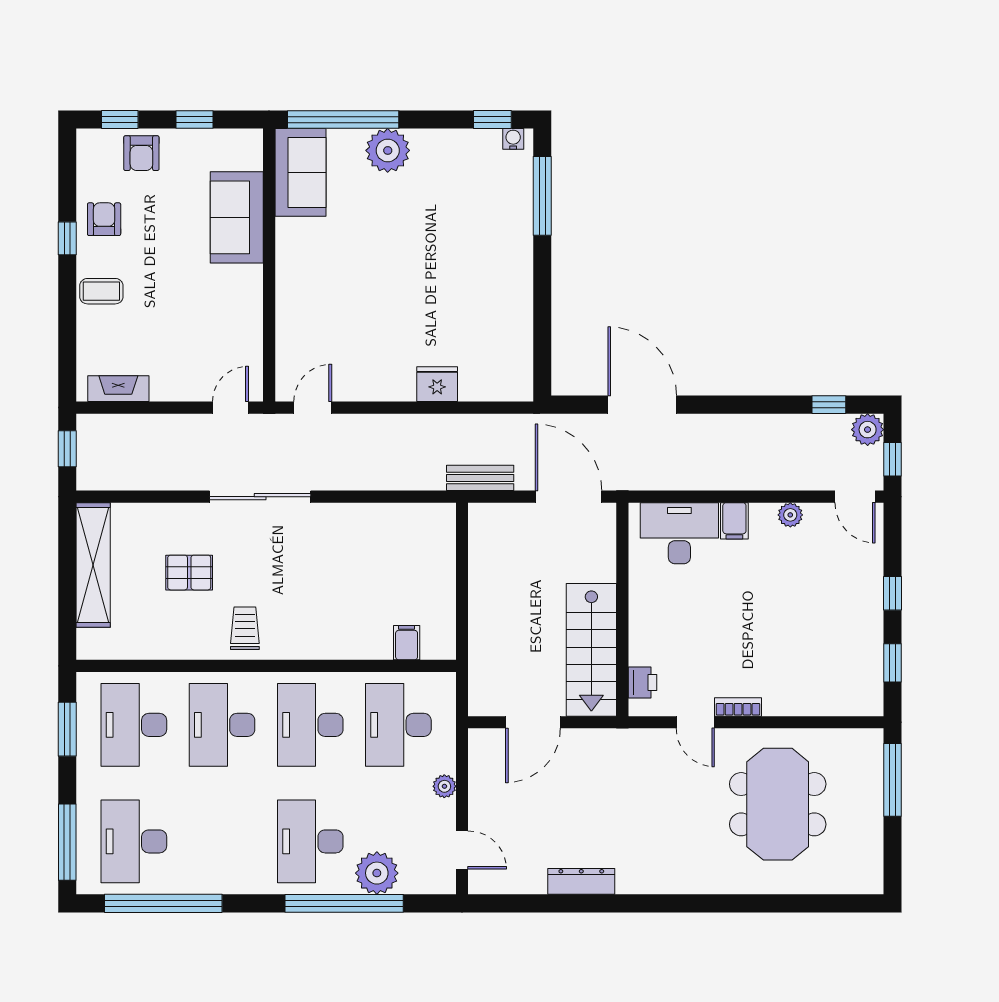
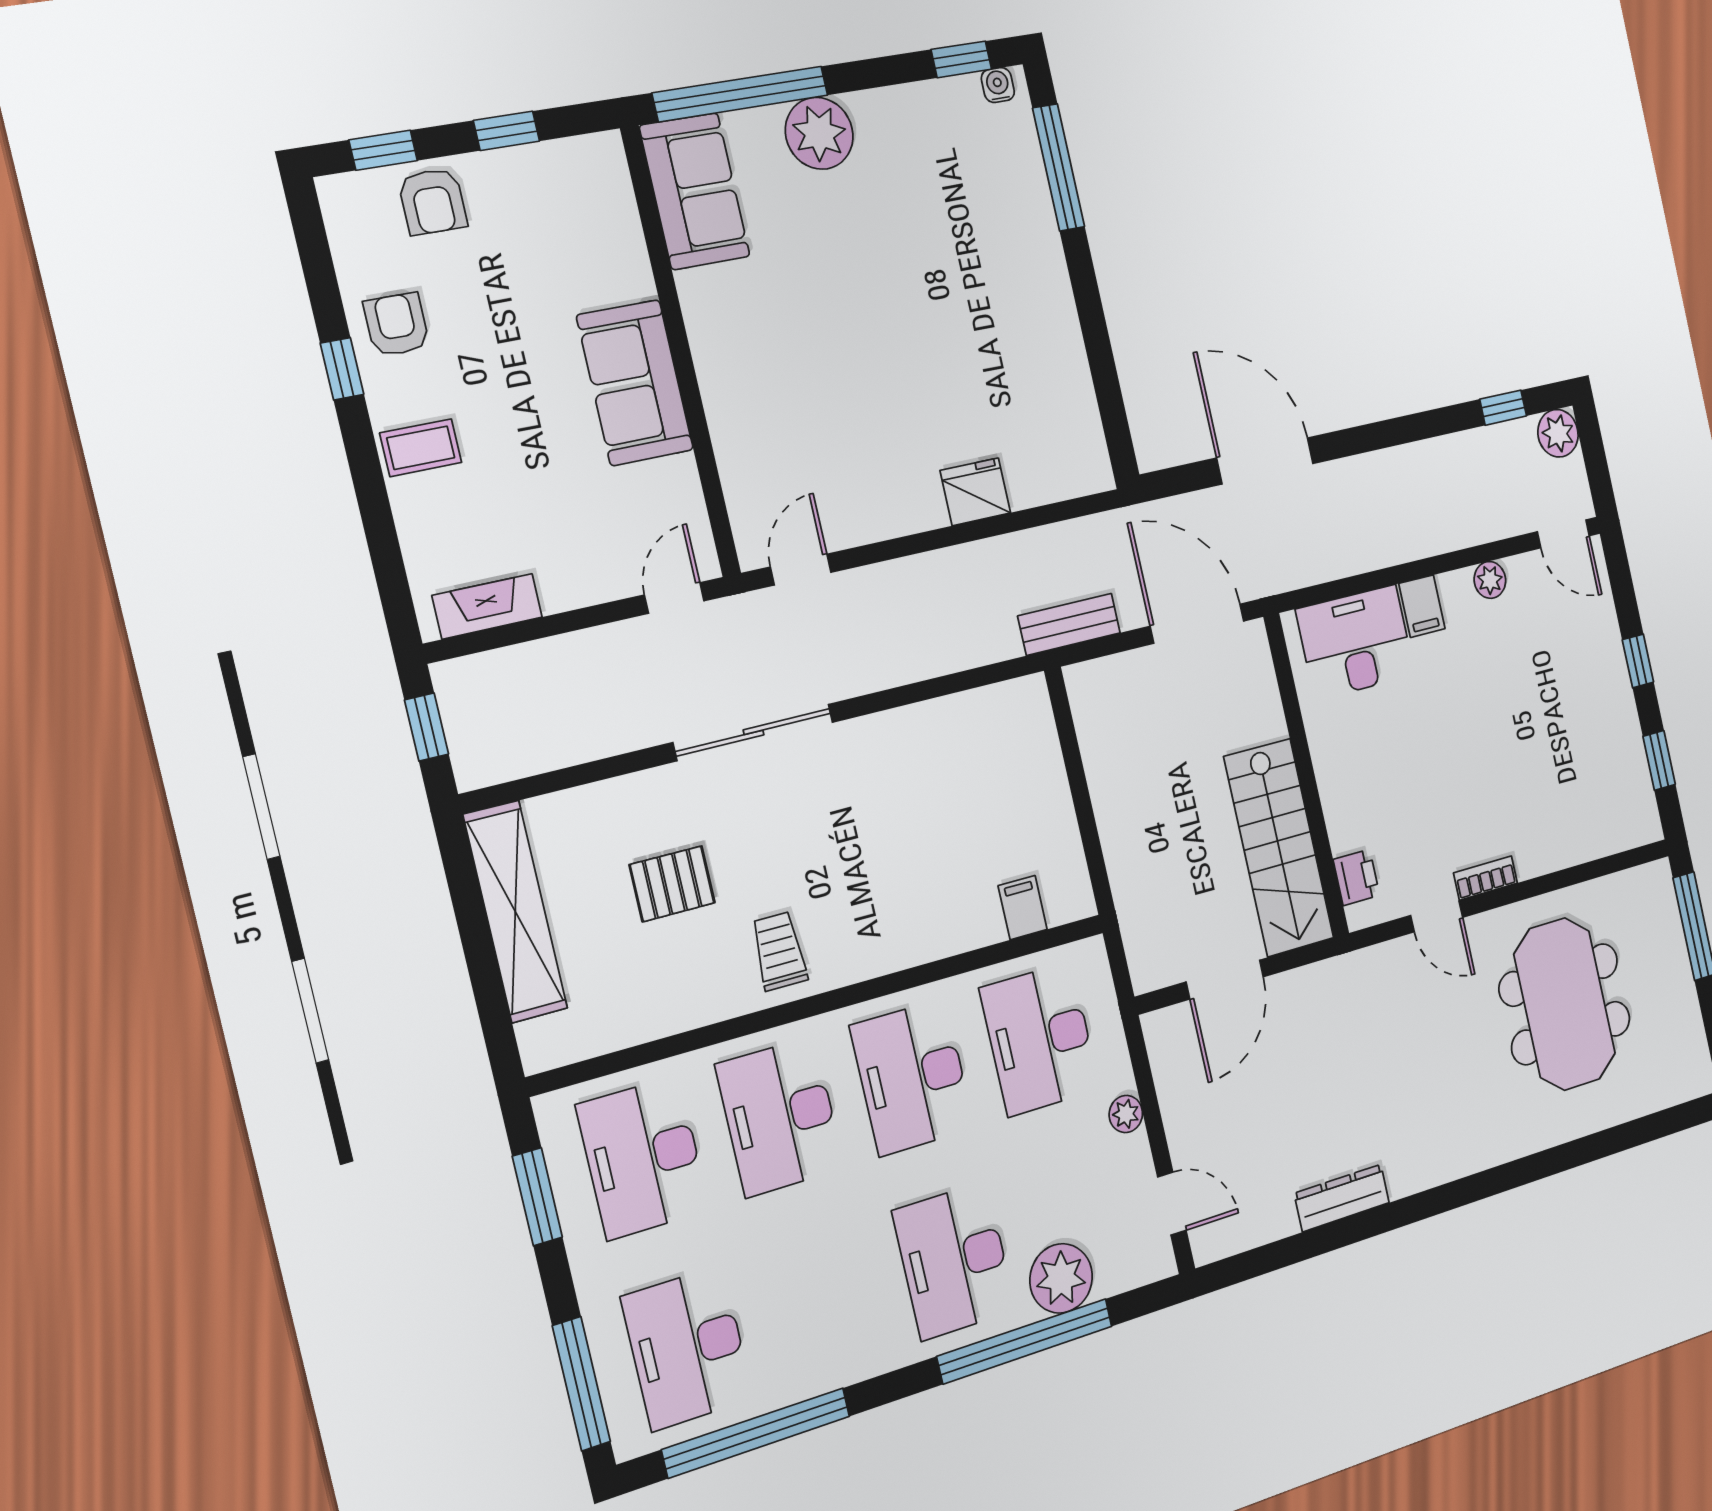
sofa: (237, 217) -> (635, 383), moved
window: (893, 459) -> (1597, 469), removed

